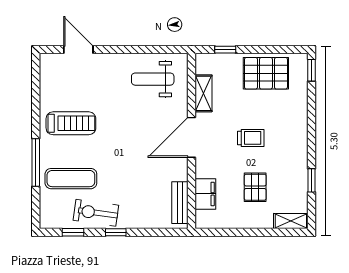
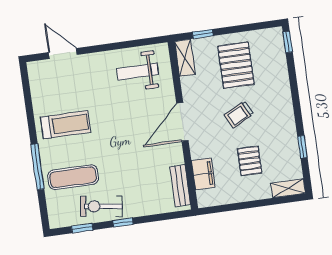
pallet: (266, 73) -> (236, 65), moved, turned 90
shelving: (203, 93) -> (185, 58), moved
trolley: (251, 138) -> (239, 114), turned 153

